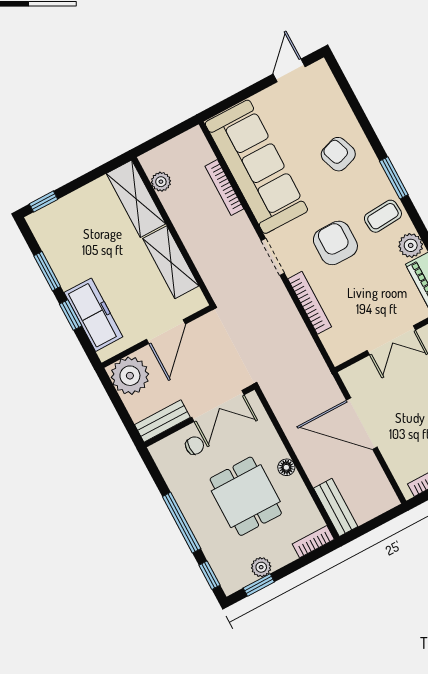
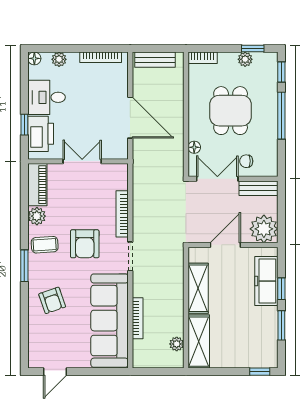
floor lamp: (286, 467) -> (194, 147), moved
bench: (336, 507) -> (155, 60), moved, turned 90

